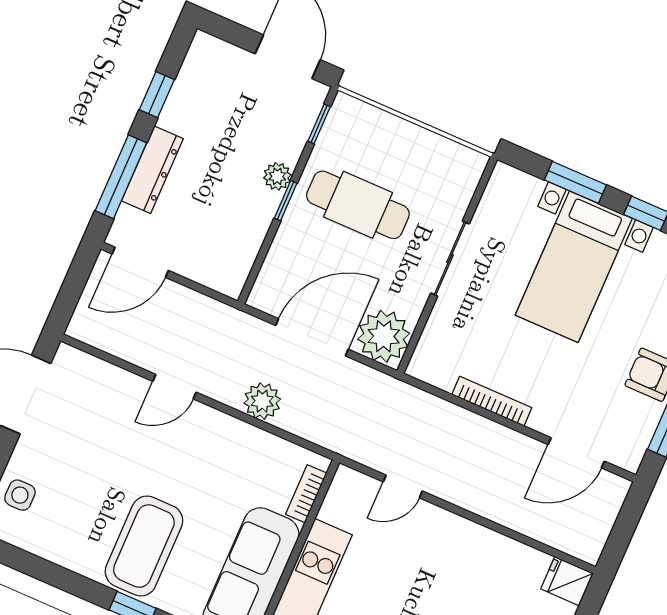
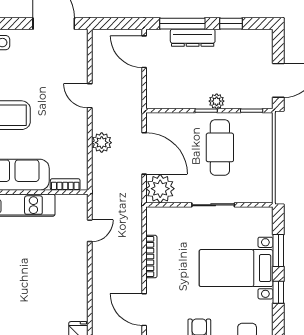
door: (403, 486) -> (90, 231), swing flipped

